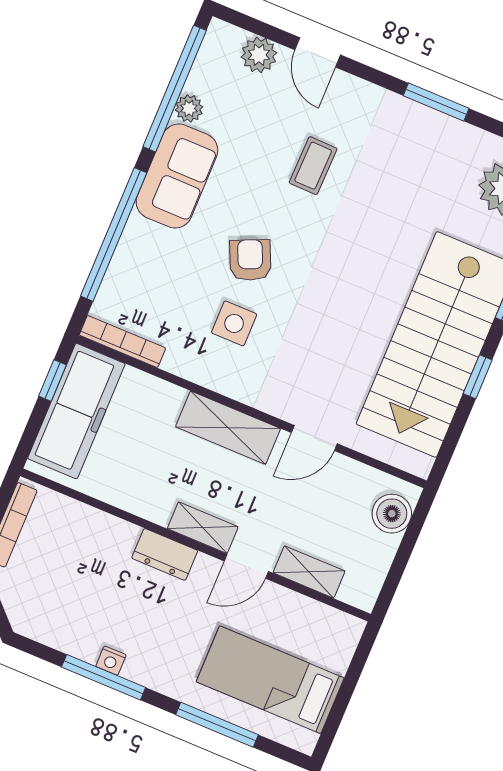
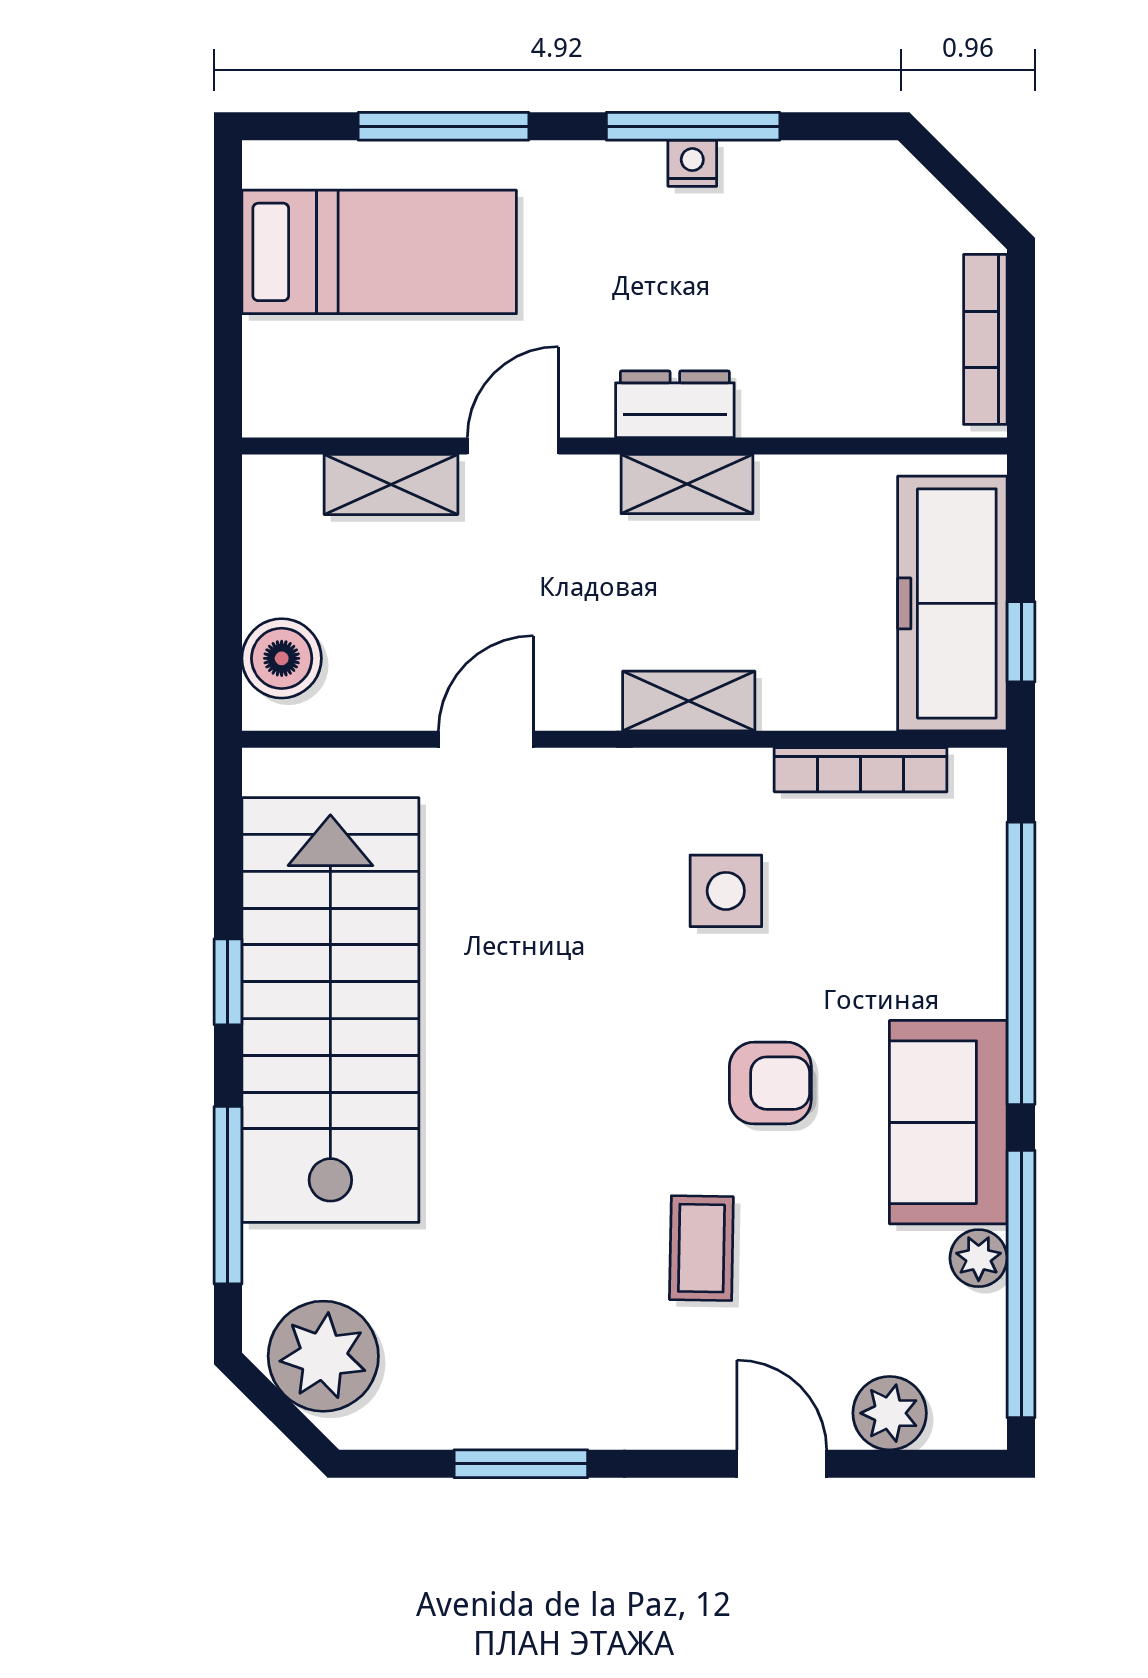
armchair: (250, 260) -> (770, 1083), moved, turned -66
bookcase: (122, 342) -> (861, 770), moved
shelving: (228, 428) -> (689, 701), width x0.67, depth x0.75
shelving: (203, 528) -> (687, 484), moved

